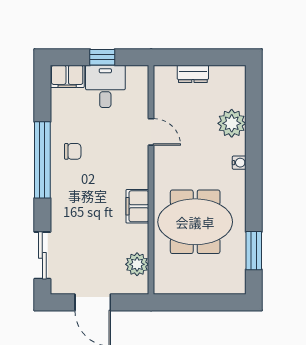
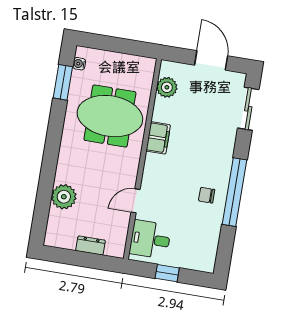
filing cabinet: (67, 76) -> (201, 261), removed
desk: (105, 86) -> (150, 239), moved, turned 90
door: (151, 132) -> (135, 201), hinge flipped
water cooler: (239, 163) -> (79, 64), moved

